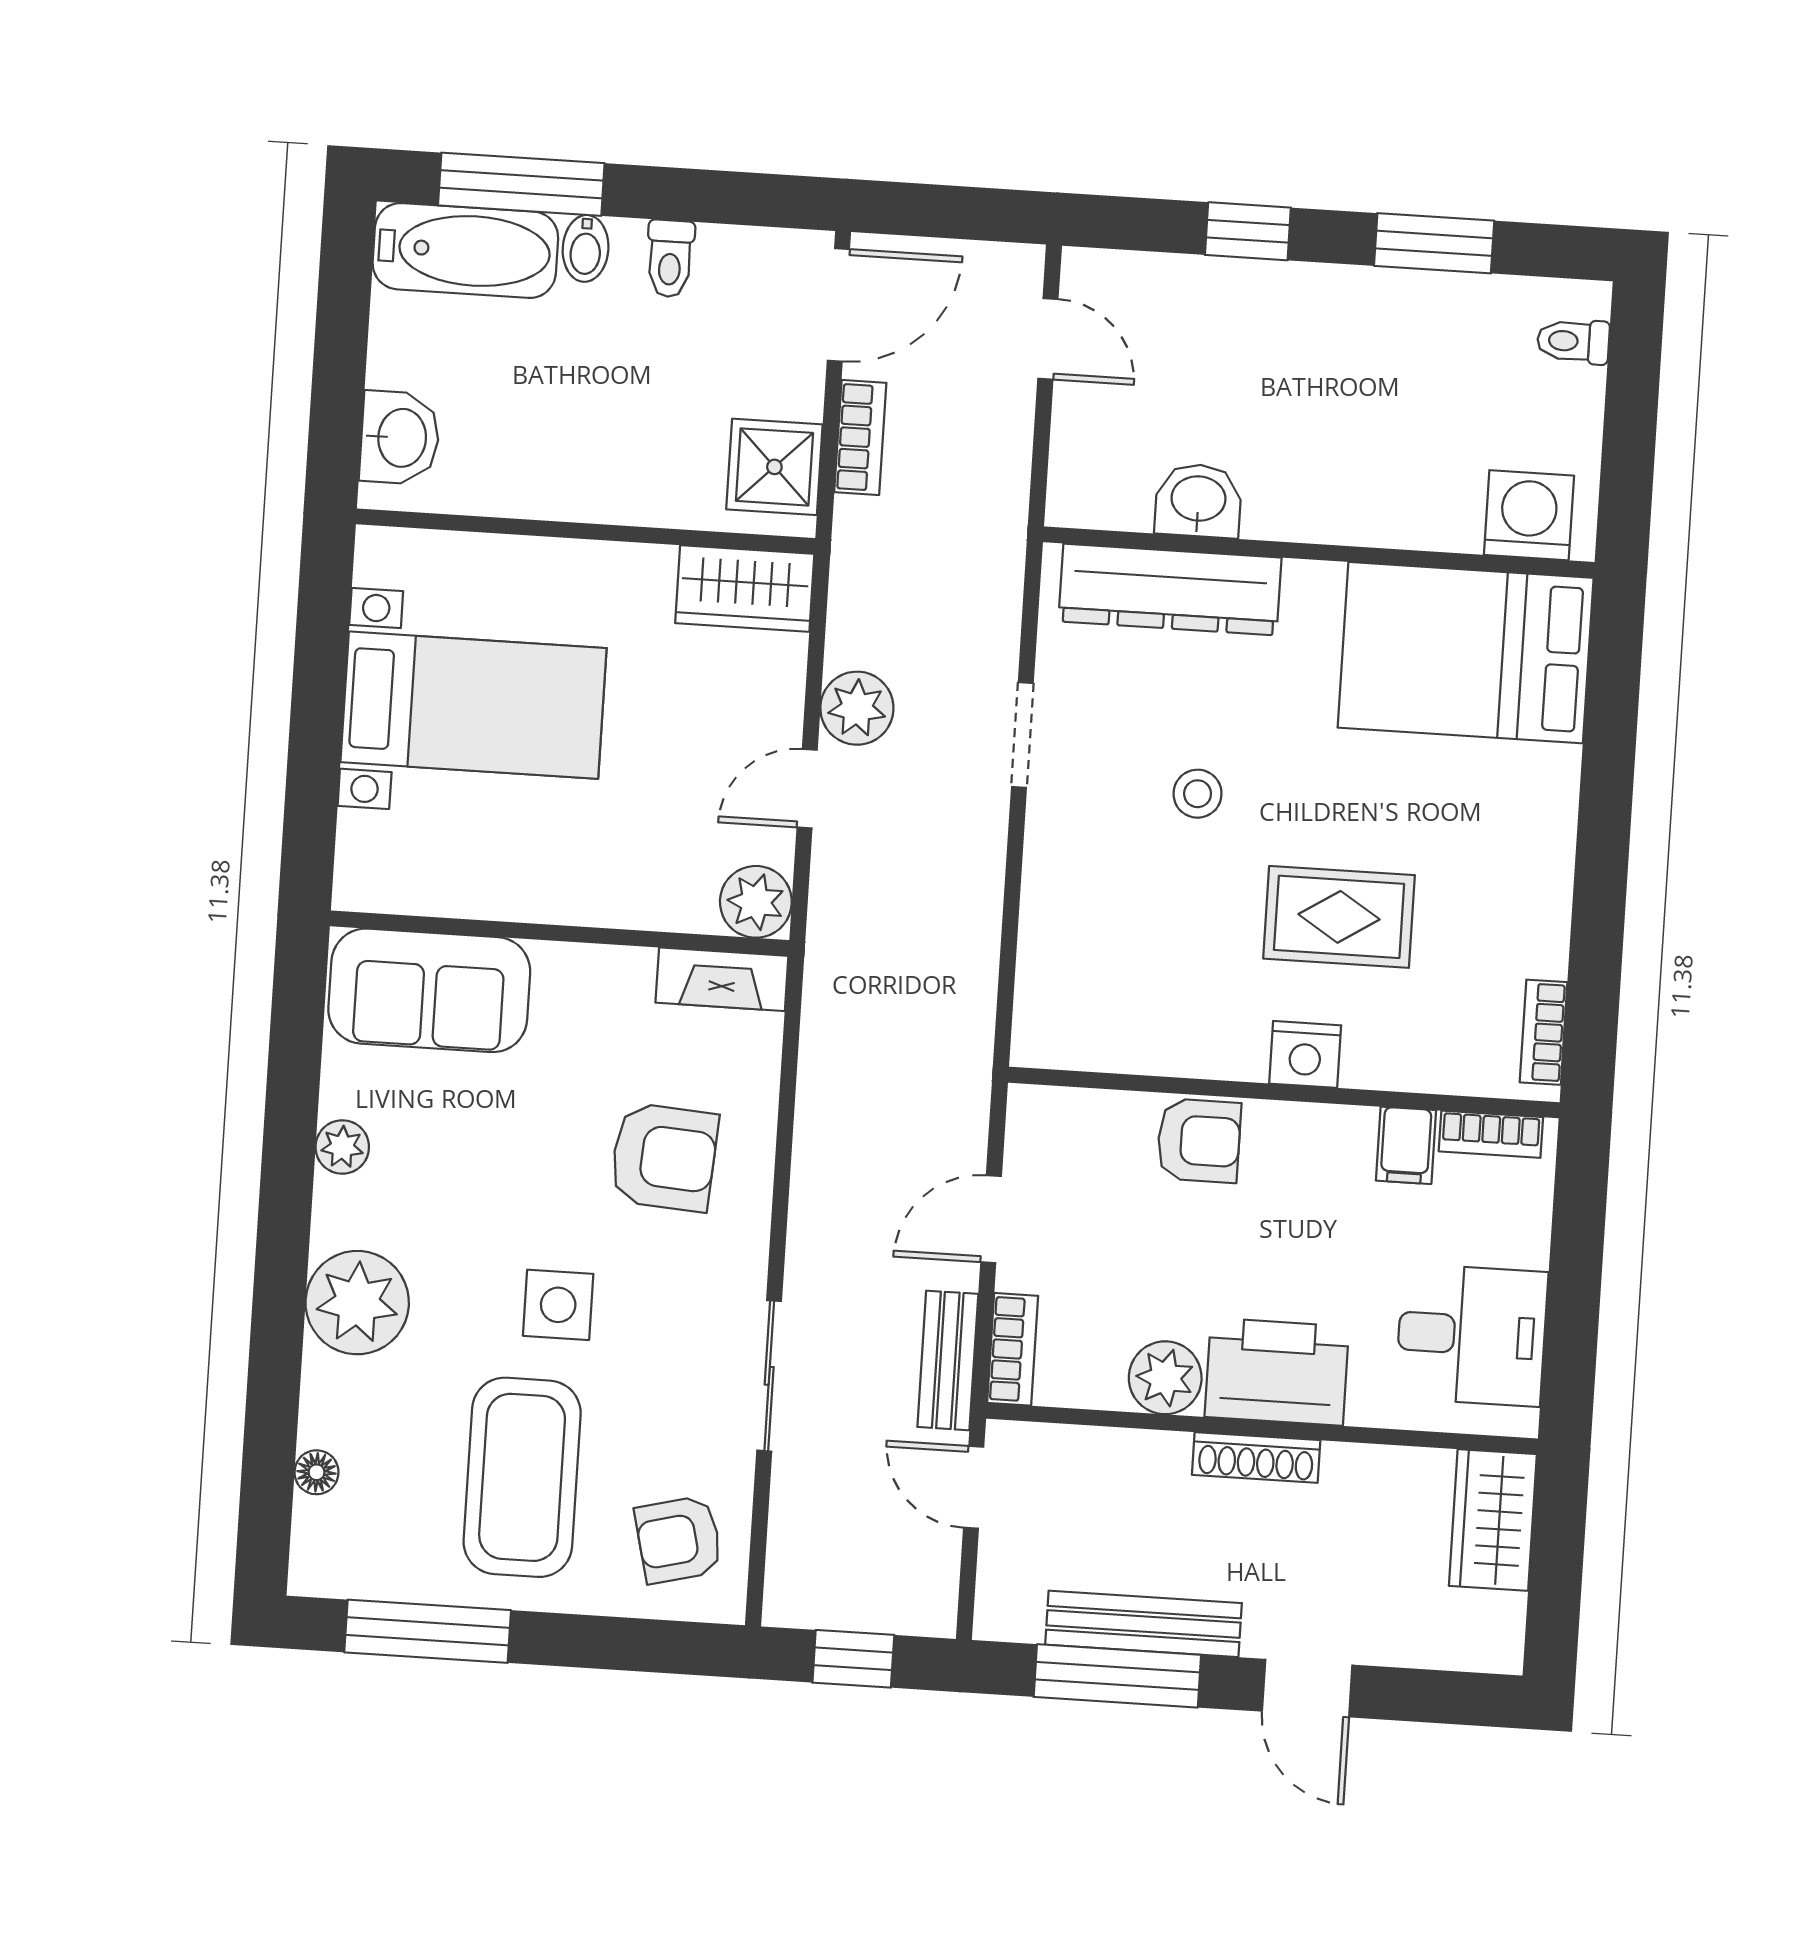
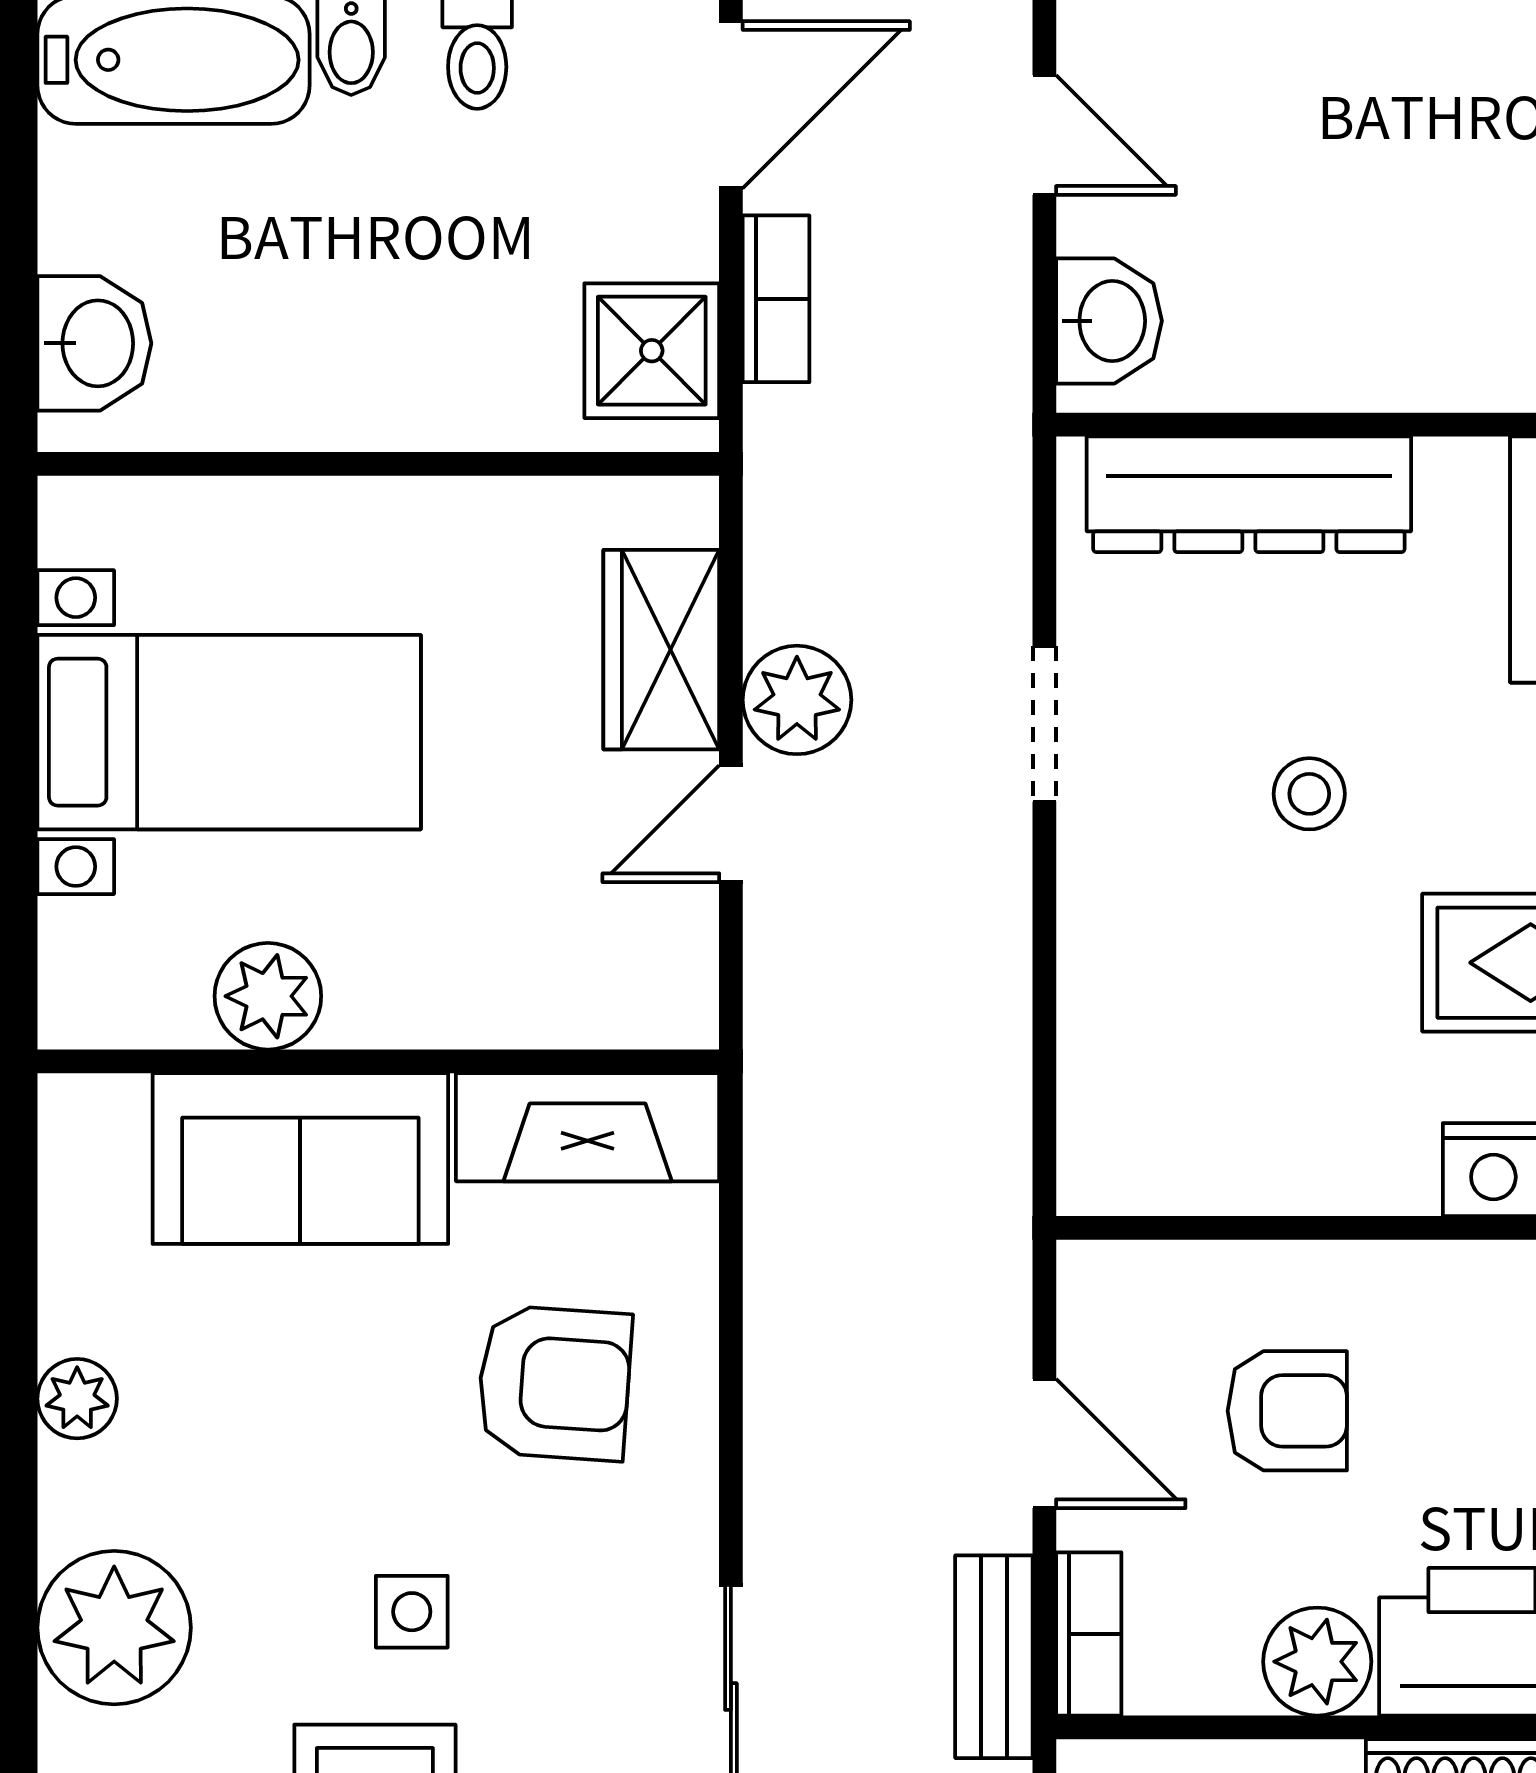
washbasin: (1198, 501) -> (1109, 321), moved, turned 90
wardrobe: (745, 588) -> (661, 650), moved, turned 90
plant: (756, 902) -> (268, 996), moved
fireplace: (722, 979) -> (588, 1127), width x1.37, depth x1.32
sofa: (429, 990) -> (300, 1159), moved
armchair: (1199, 1141) -> (1287, 1411), moved
door: (991, 1219) -> (1044, 1443), swing flipped
side table: (558, 1305) -> (412, 1612), width x0.73, depth x0.73

